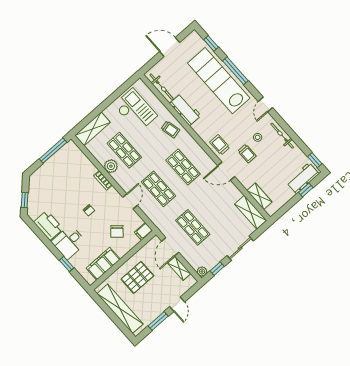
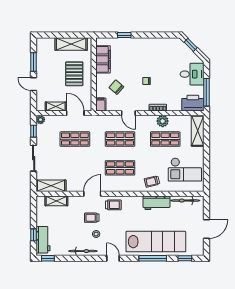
printer: (48, 225) -> (193, 103), moved, turned 180
desk: (69, 242) -> (192, 74), moved, turned 90
shelving: (120, 309) -> (71, 44), width x0.68

